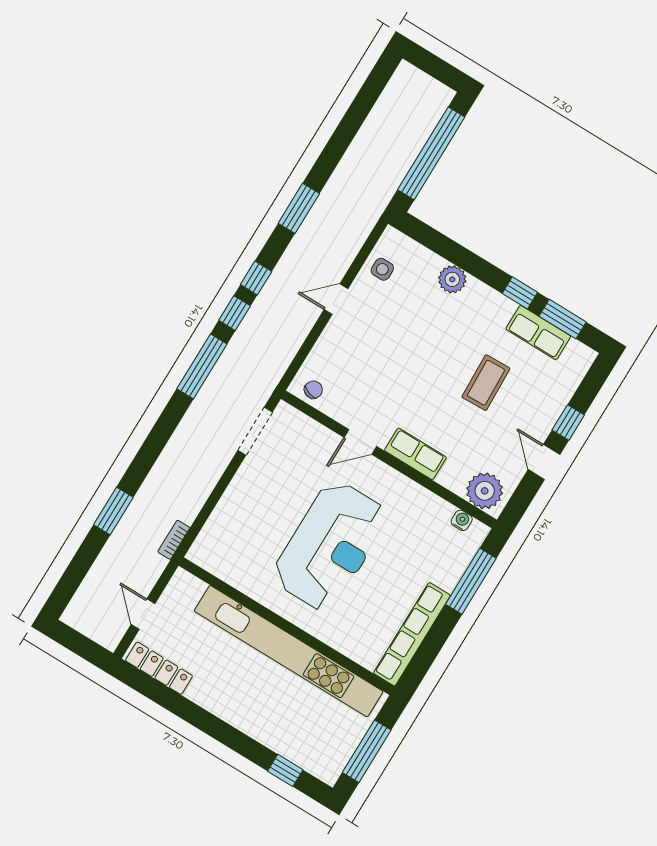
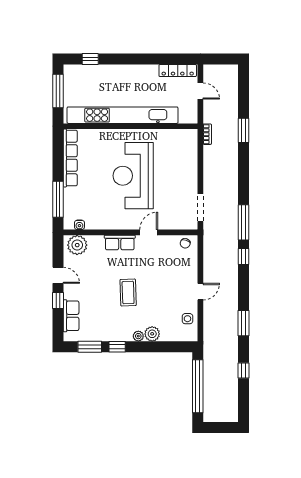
window: (256, 278) -> (243, 371), moved
plant: (476, 289) -> (138, 336), added
row of seats: (538, 333) -> (71, 316), moved, turned 90
coffee table: (486, 383) -> (128, 293), moved

